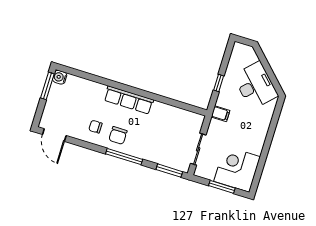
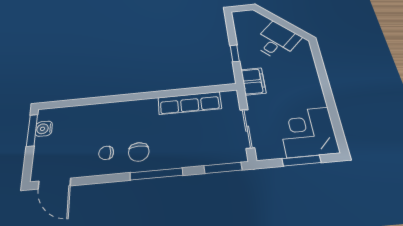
water cooler: (60, 77) -> (44, 129), moved
desk: (255, 86) -> (277, 41), width x0.73
row of seats: (129, 100) -> (189, 103), moved
filing cabinet: (220, 114) -> (253, 81), width x2.00

